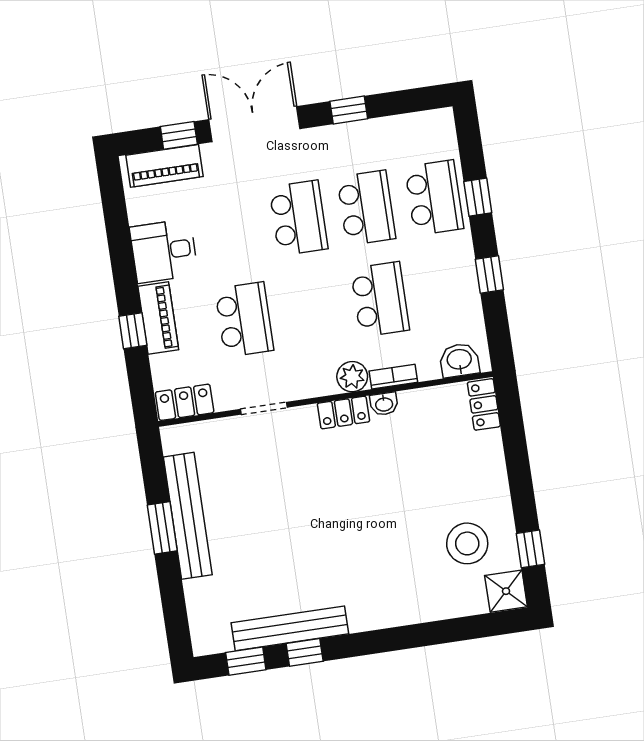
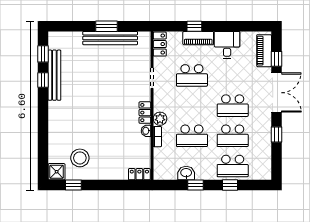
washbasin: (459, 360) -> (186, 173), moved, turned -90

